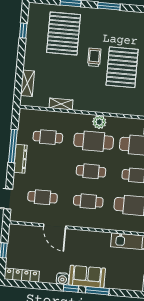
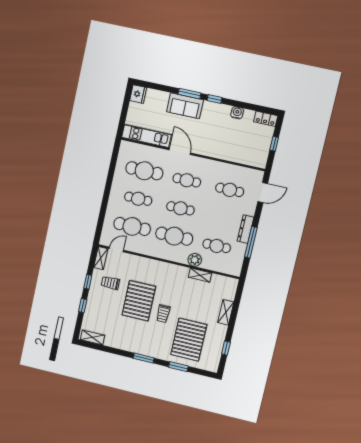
shelving: (27, 83) -> (226, 312), moved
plant: (99, 122) -> (195, 260), moved
door: (55, 226) -> (180, 151), moved
locker: (22, 275) -> (266, 119), width x0.66
sofa: (87, 277) -> (185, 106), moved
water cooler: (62, 279) -> (237, 113), moved

